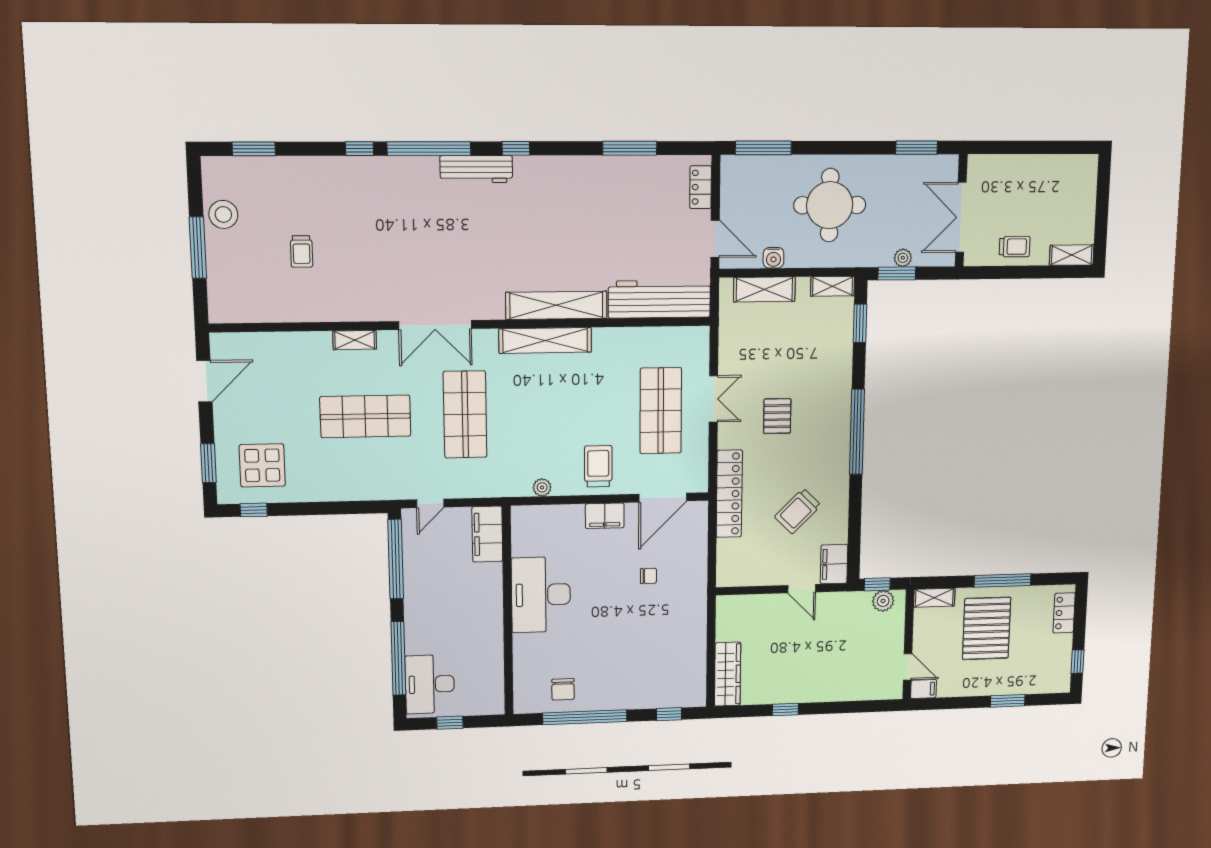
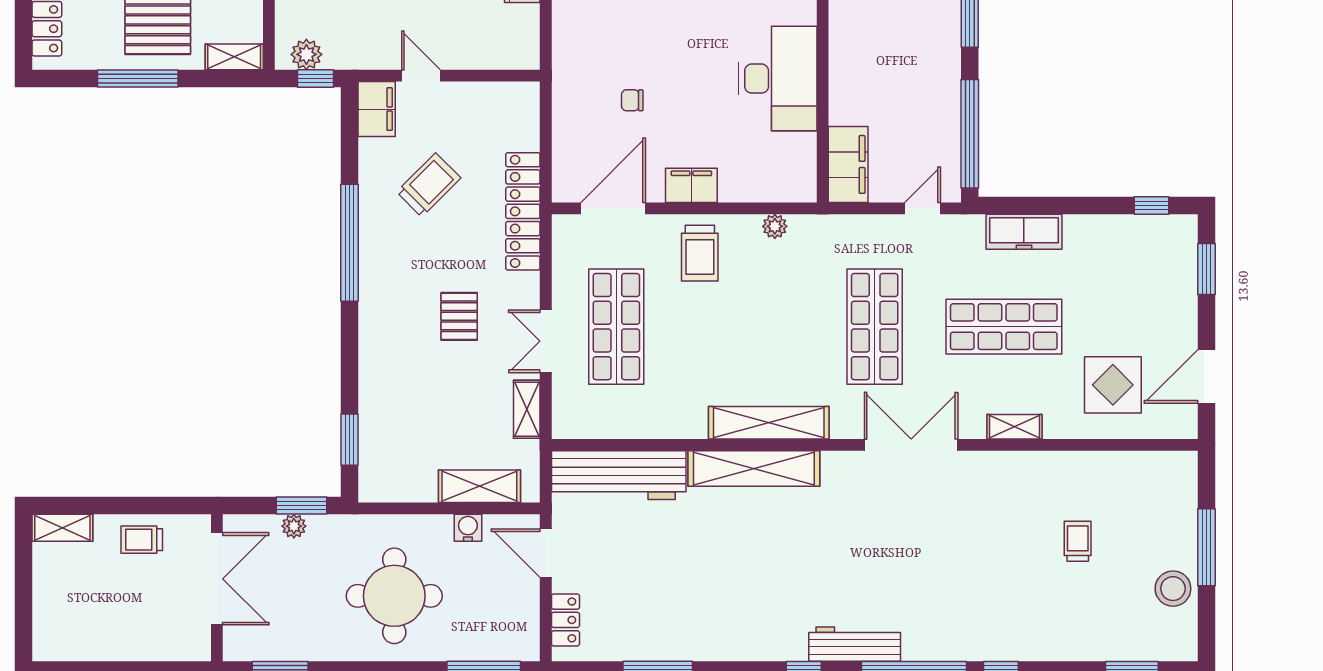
shelving: (833, 286) -> (527, 409), moved, turned 90
window: (857, 432) -> (350, 243), moved
display table: (262, 465) -> (1113, 385), moved
freezer: (352, 488) -> (1024, 232), added

